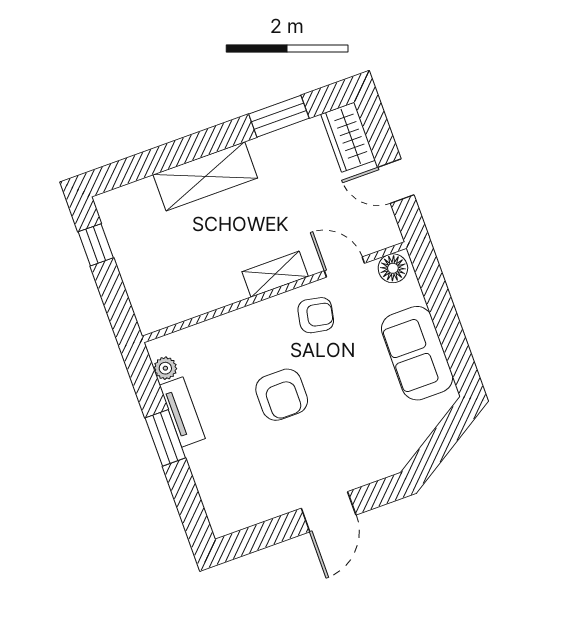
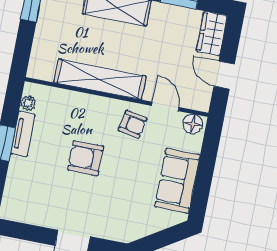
shelving: (275, 274) -> (100, 79), width x2.20, depth x1.33
armchair: (282, 395) -> (86, 158), turned 90

